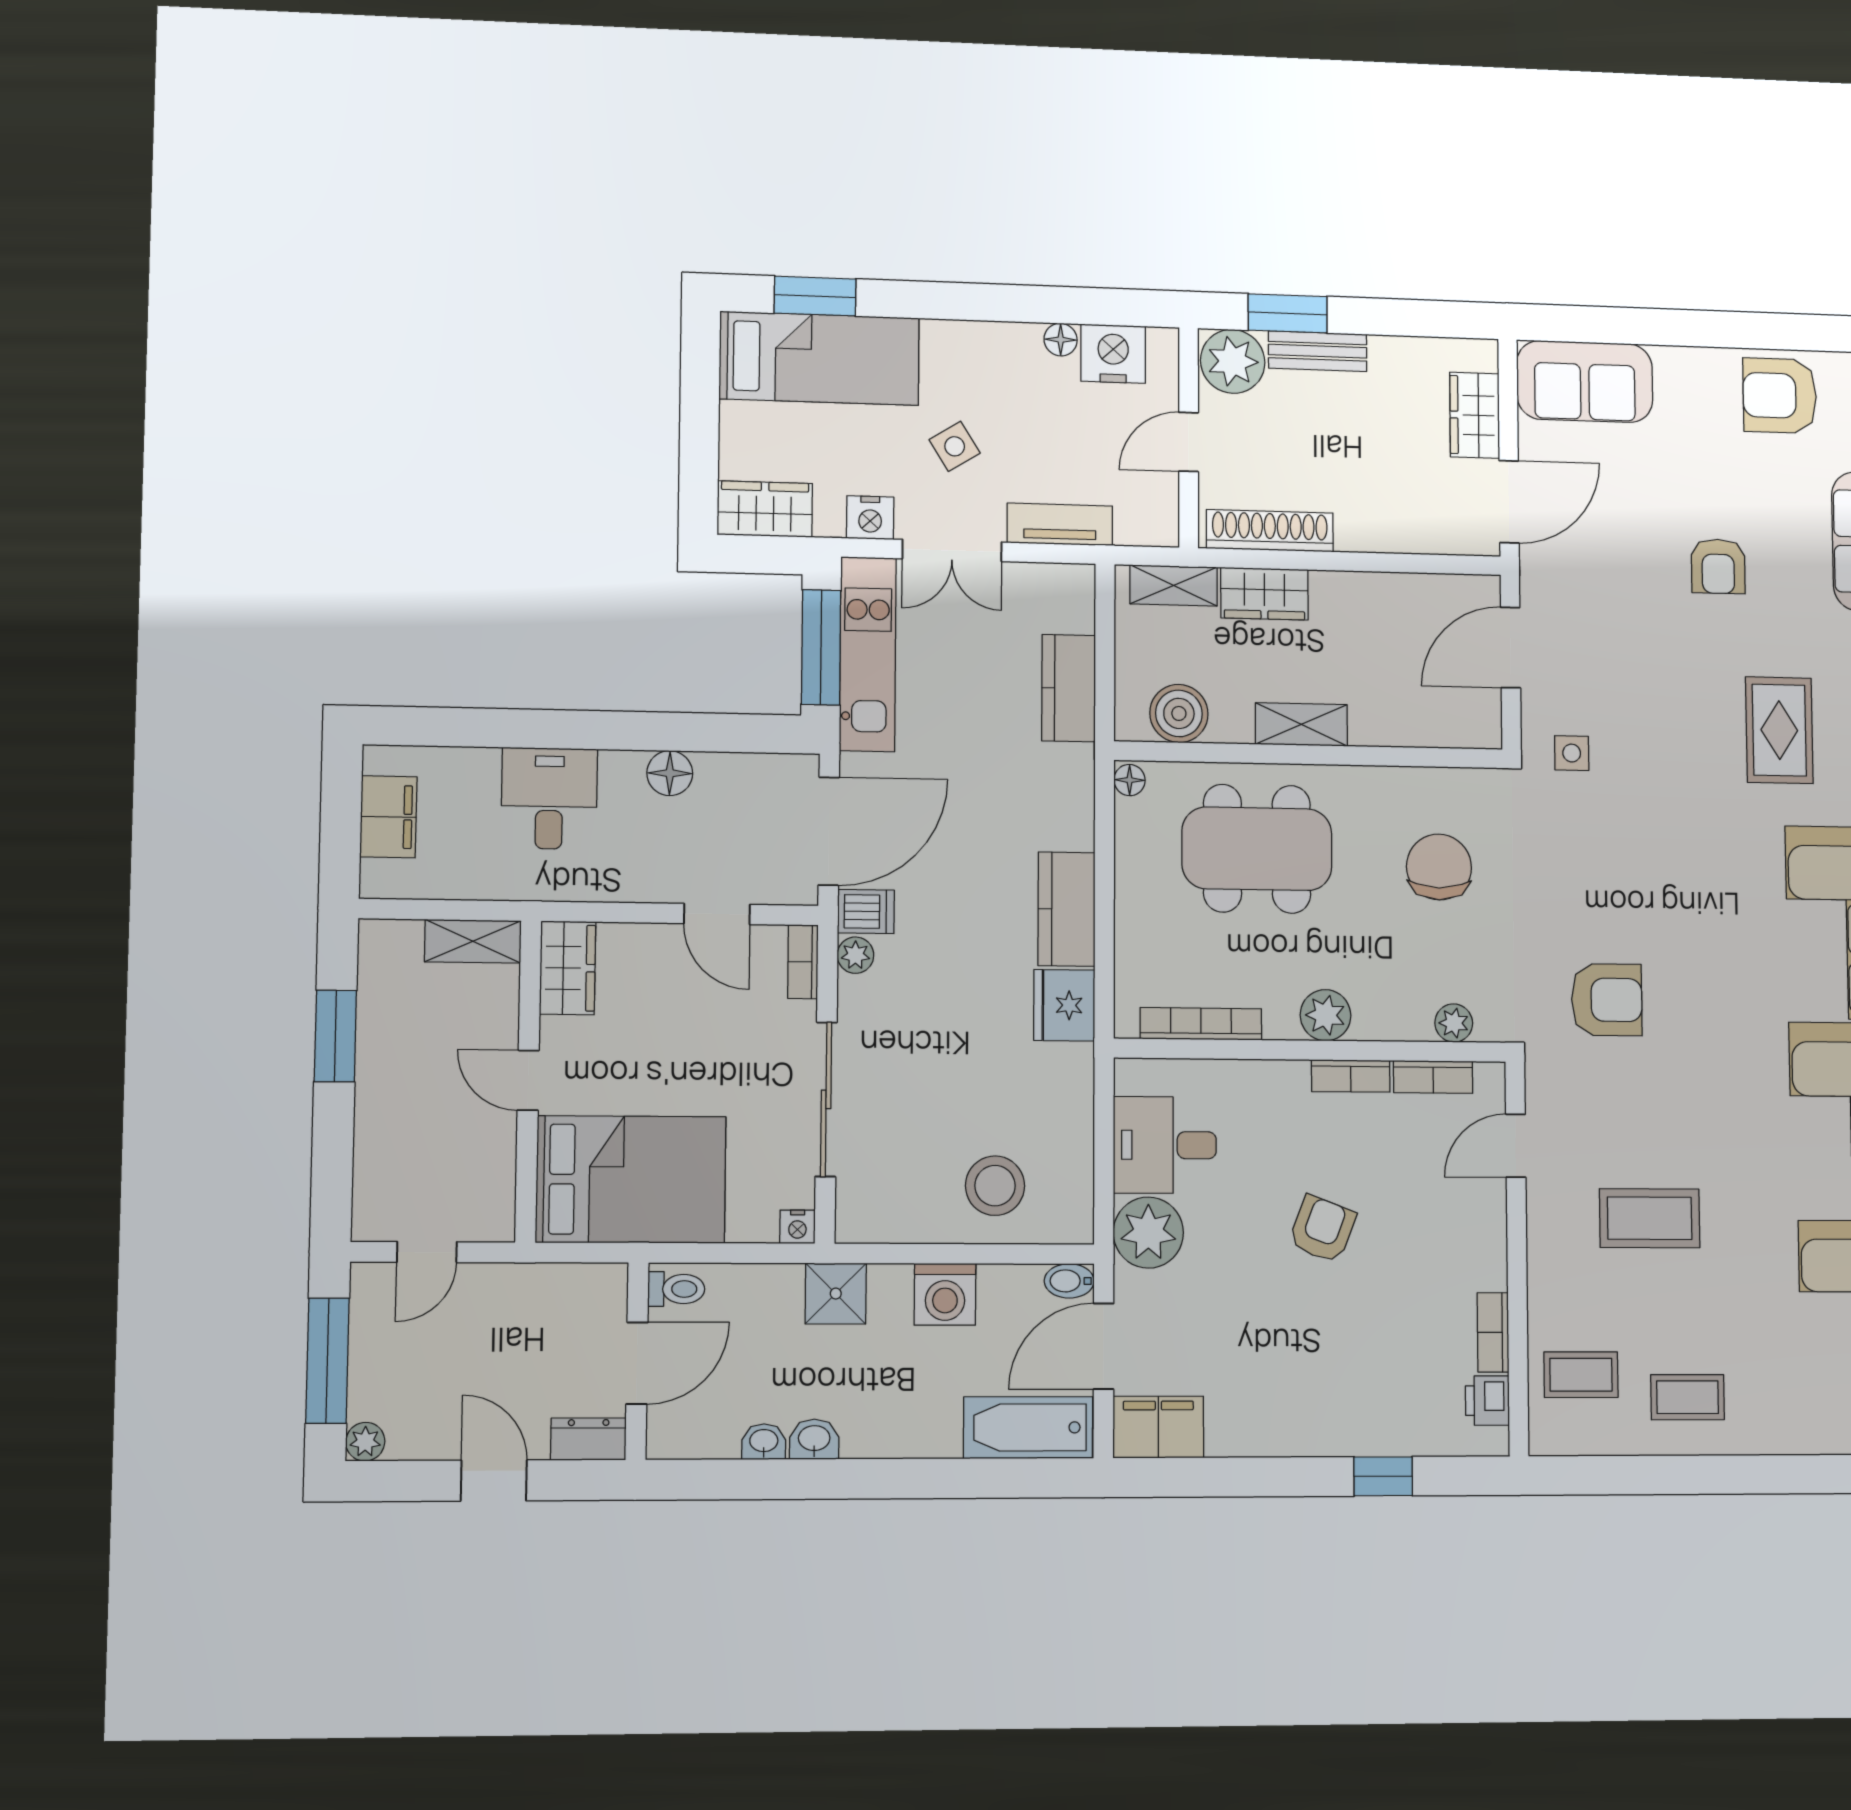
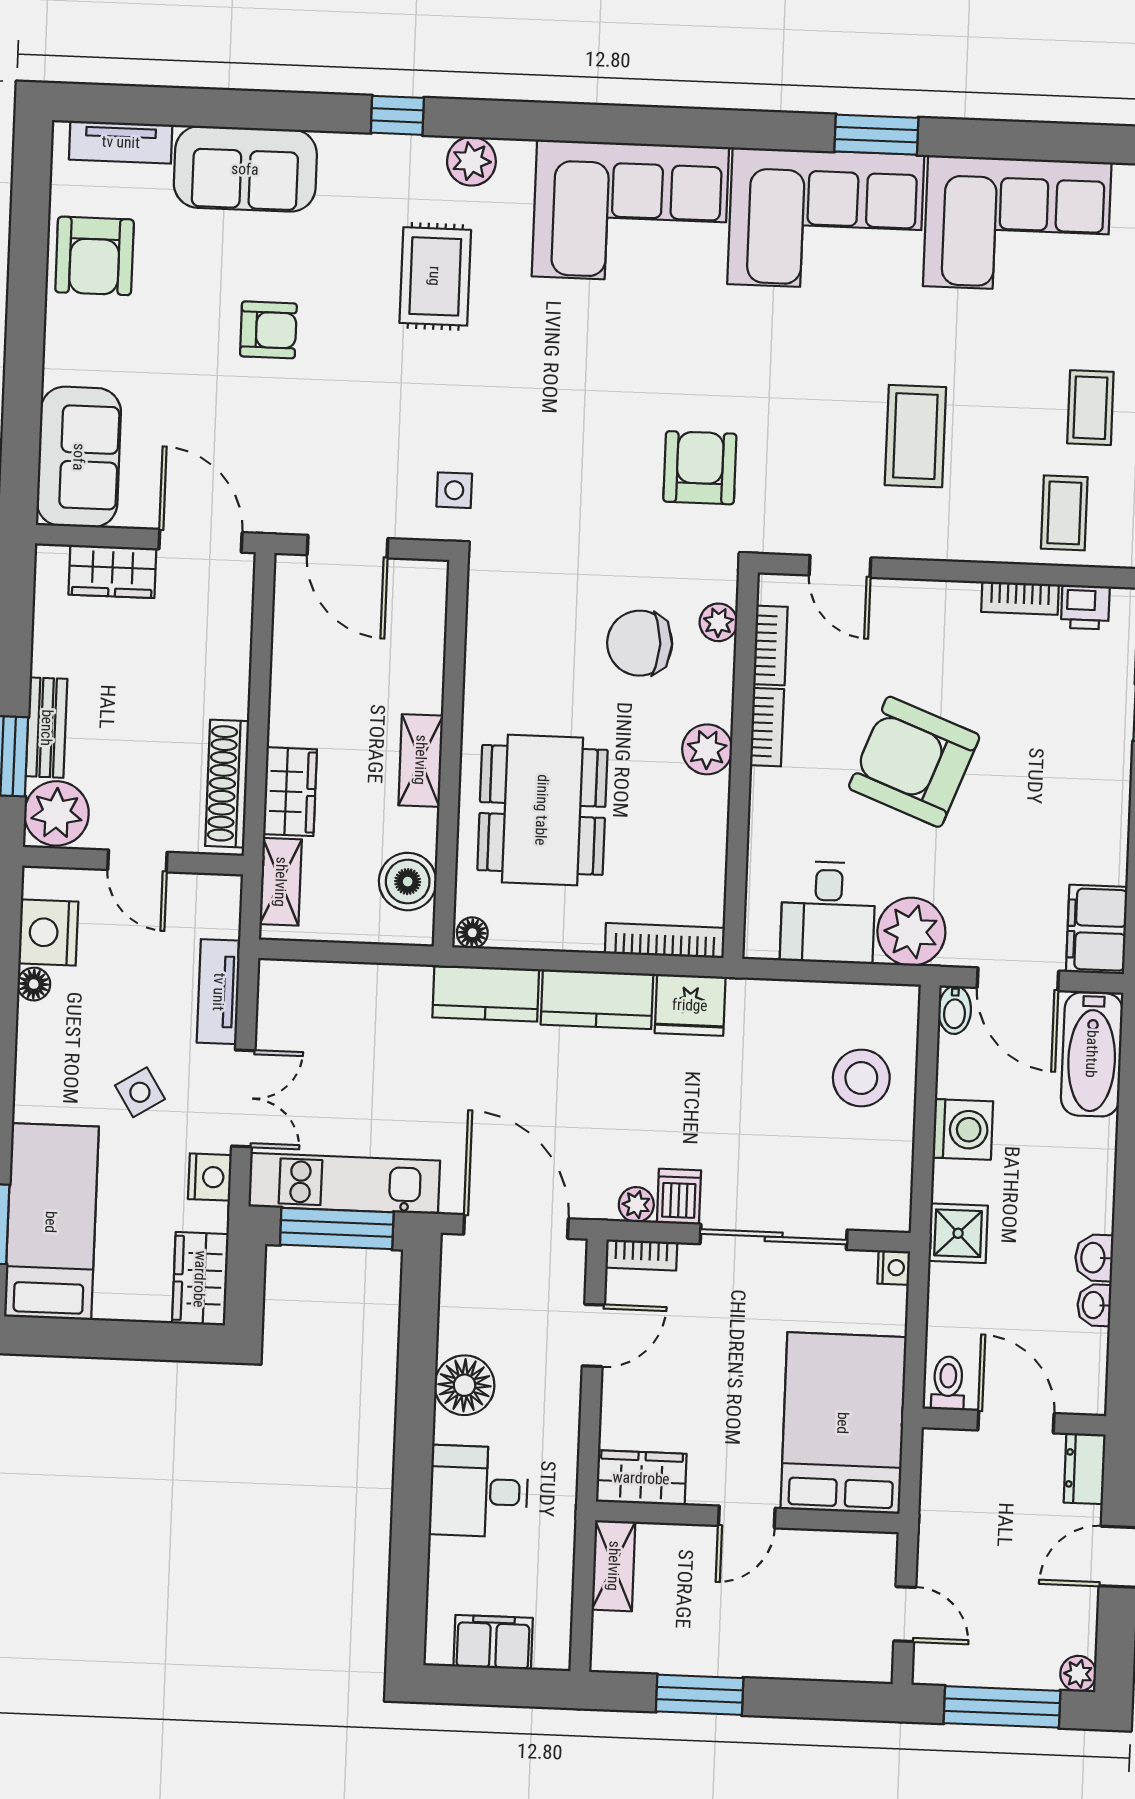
kitchen counter: (1069, 688) -> (486, 993), moved
rug: (1779, 730) -> (435, 276), turned 90
floor lamp: (670, 773) -> (465, 1385), width x1.38, depth x1.38
chair: (1439, 867) -> (640, 643), moved
dishwasher: (866, 912) -> (679, 1197), moved
bookcase: (1201, 1024) -> (665, 941), moved, turned 90
armchair: (1322, 1229) -> (914, 762), width x1.88, depth x1.88

